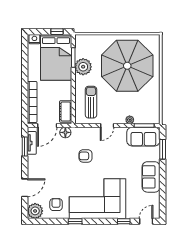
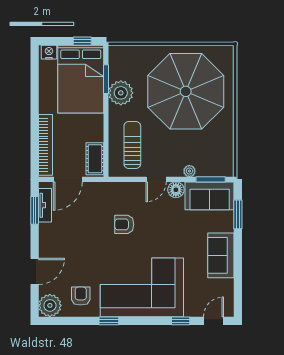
floor lamp: (65, 132) -> (176, 190), moved

